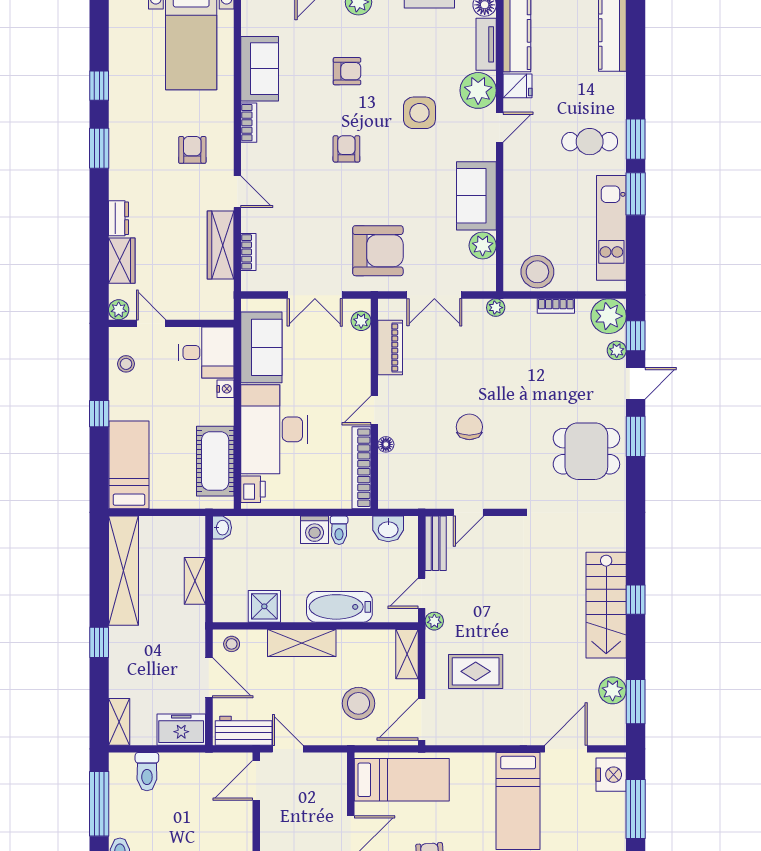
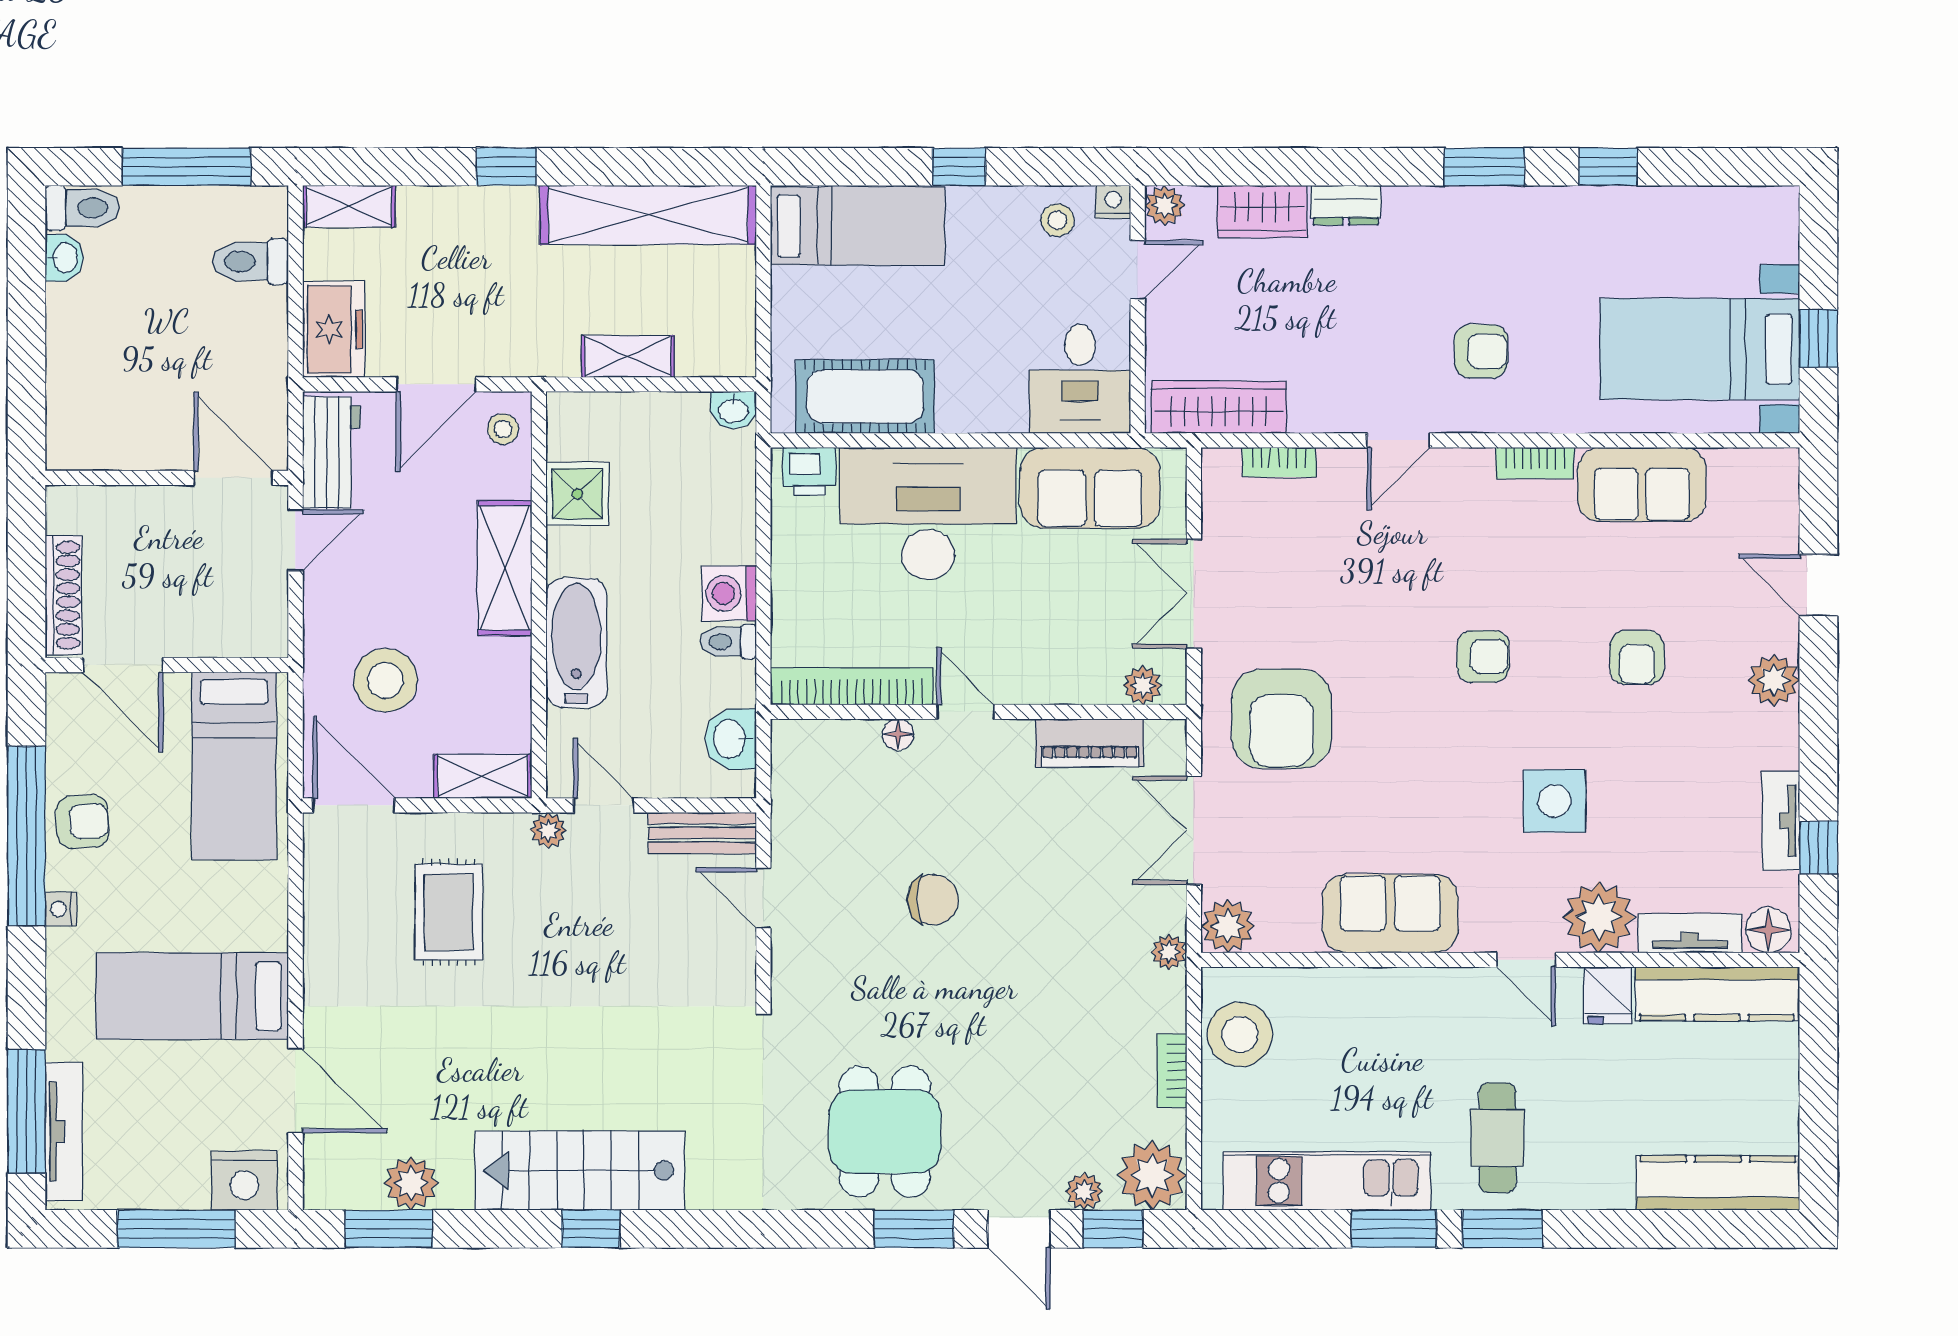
wardrobe: (221, 245) -> (1219, 407), moved
plant: (483, 246) -> (1228, 926), moved
nightstand: (225, 389) -> (1113, 202), moved, turned 180

